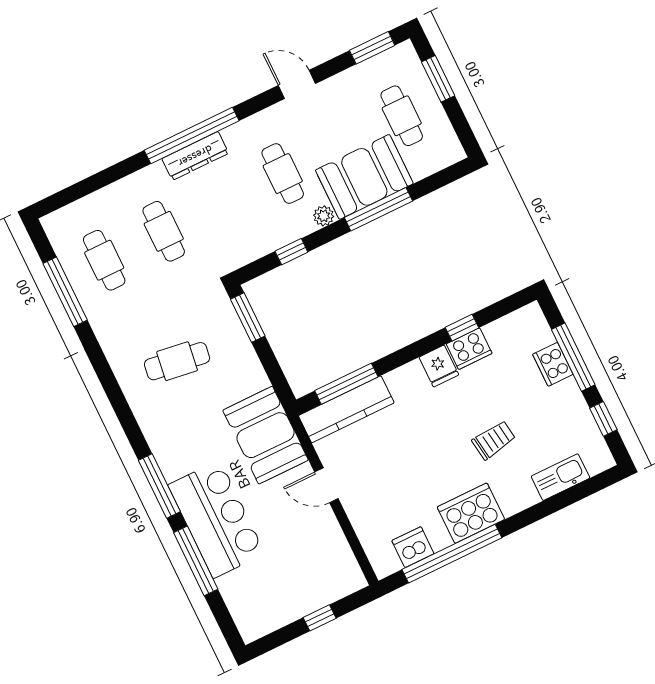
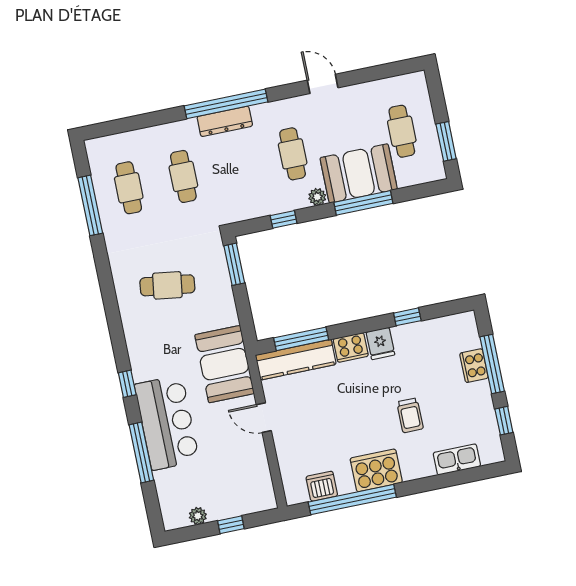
window: (372, 48) -> (392, 70), removed
window: (438, 79) -> (446, 141), moved
cooker: (469, 349) -> (351, 348), moved
trolley: (494, 440) -> (410, 415), turned 98
window: (159, 486) -> (127, 384), width x0.46
plant: (279, 617) -> (198, 516), added

